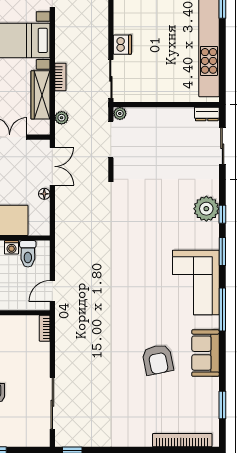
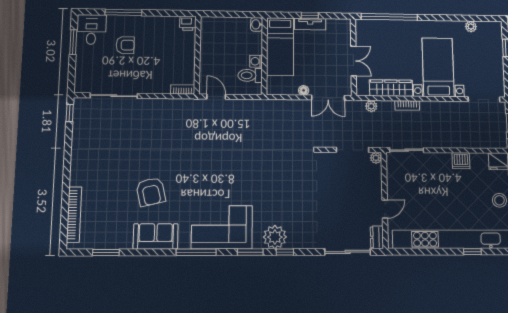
dishwasher: (122, 45) -> (461, 161), moved
door: (176, 105) -> (385, 209), added
sliding door: (222, 146) -> (348, 252), width x1.37
plant: (206, 209) -> (275, 237), moved
armchair: (158, 360) -> (151, 192), turned -92

